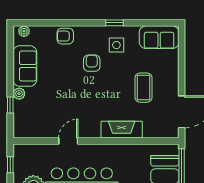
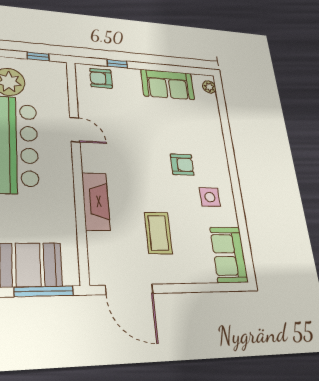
window: (115, 23) -> (237, 195), removed
armchair: (65, 36) -> (101, 78), moved, turned -90
coffee table: (144, 88) -> (158, 233), turned 90
plant: (19, 94) -> (133, 75), removed

